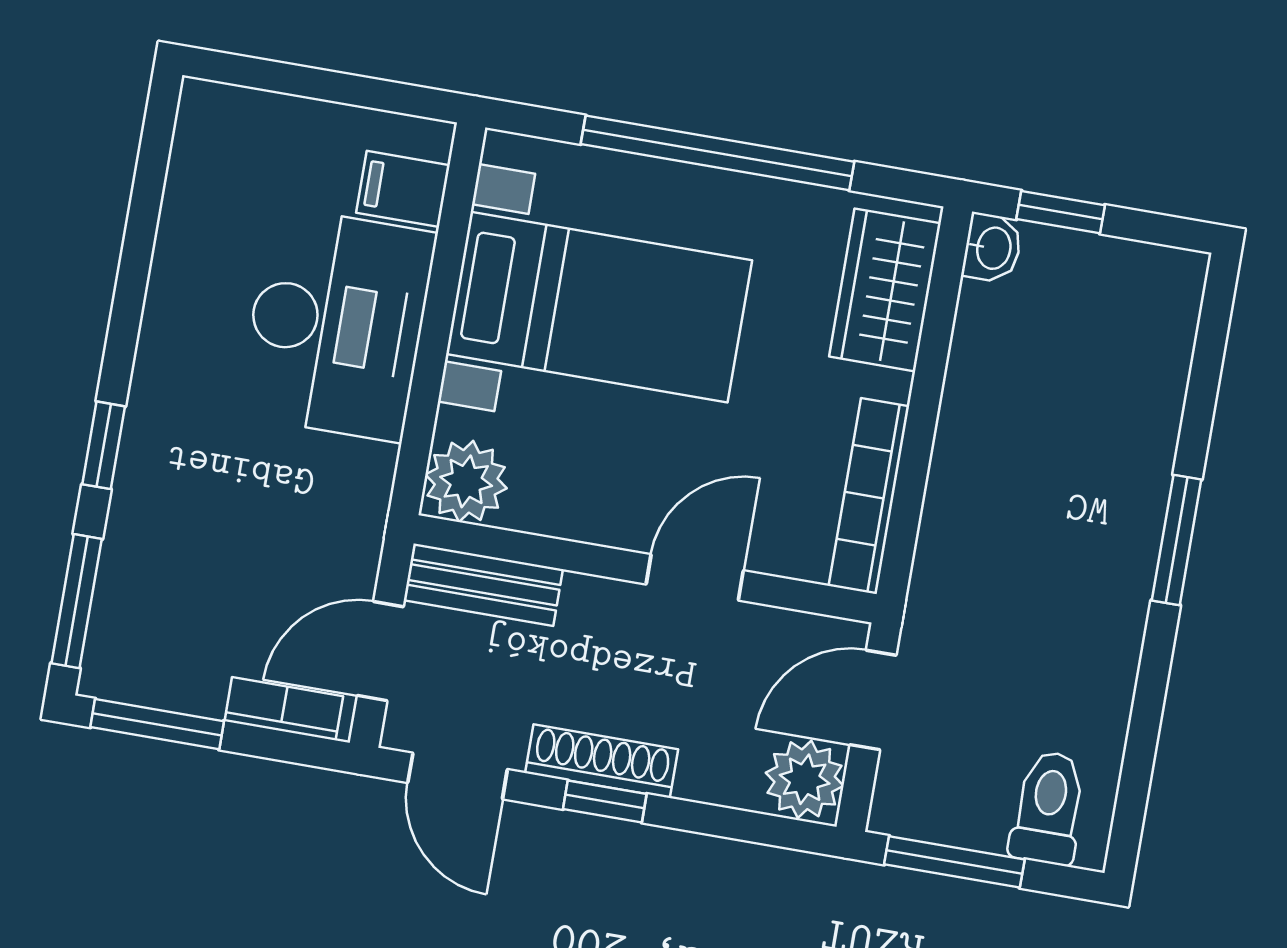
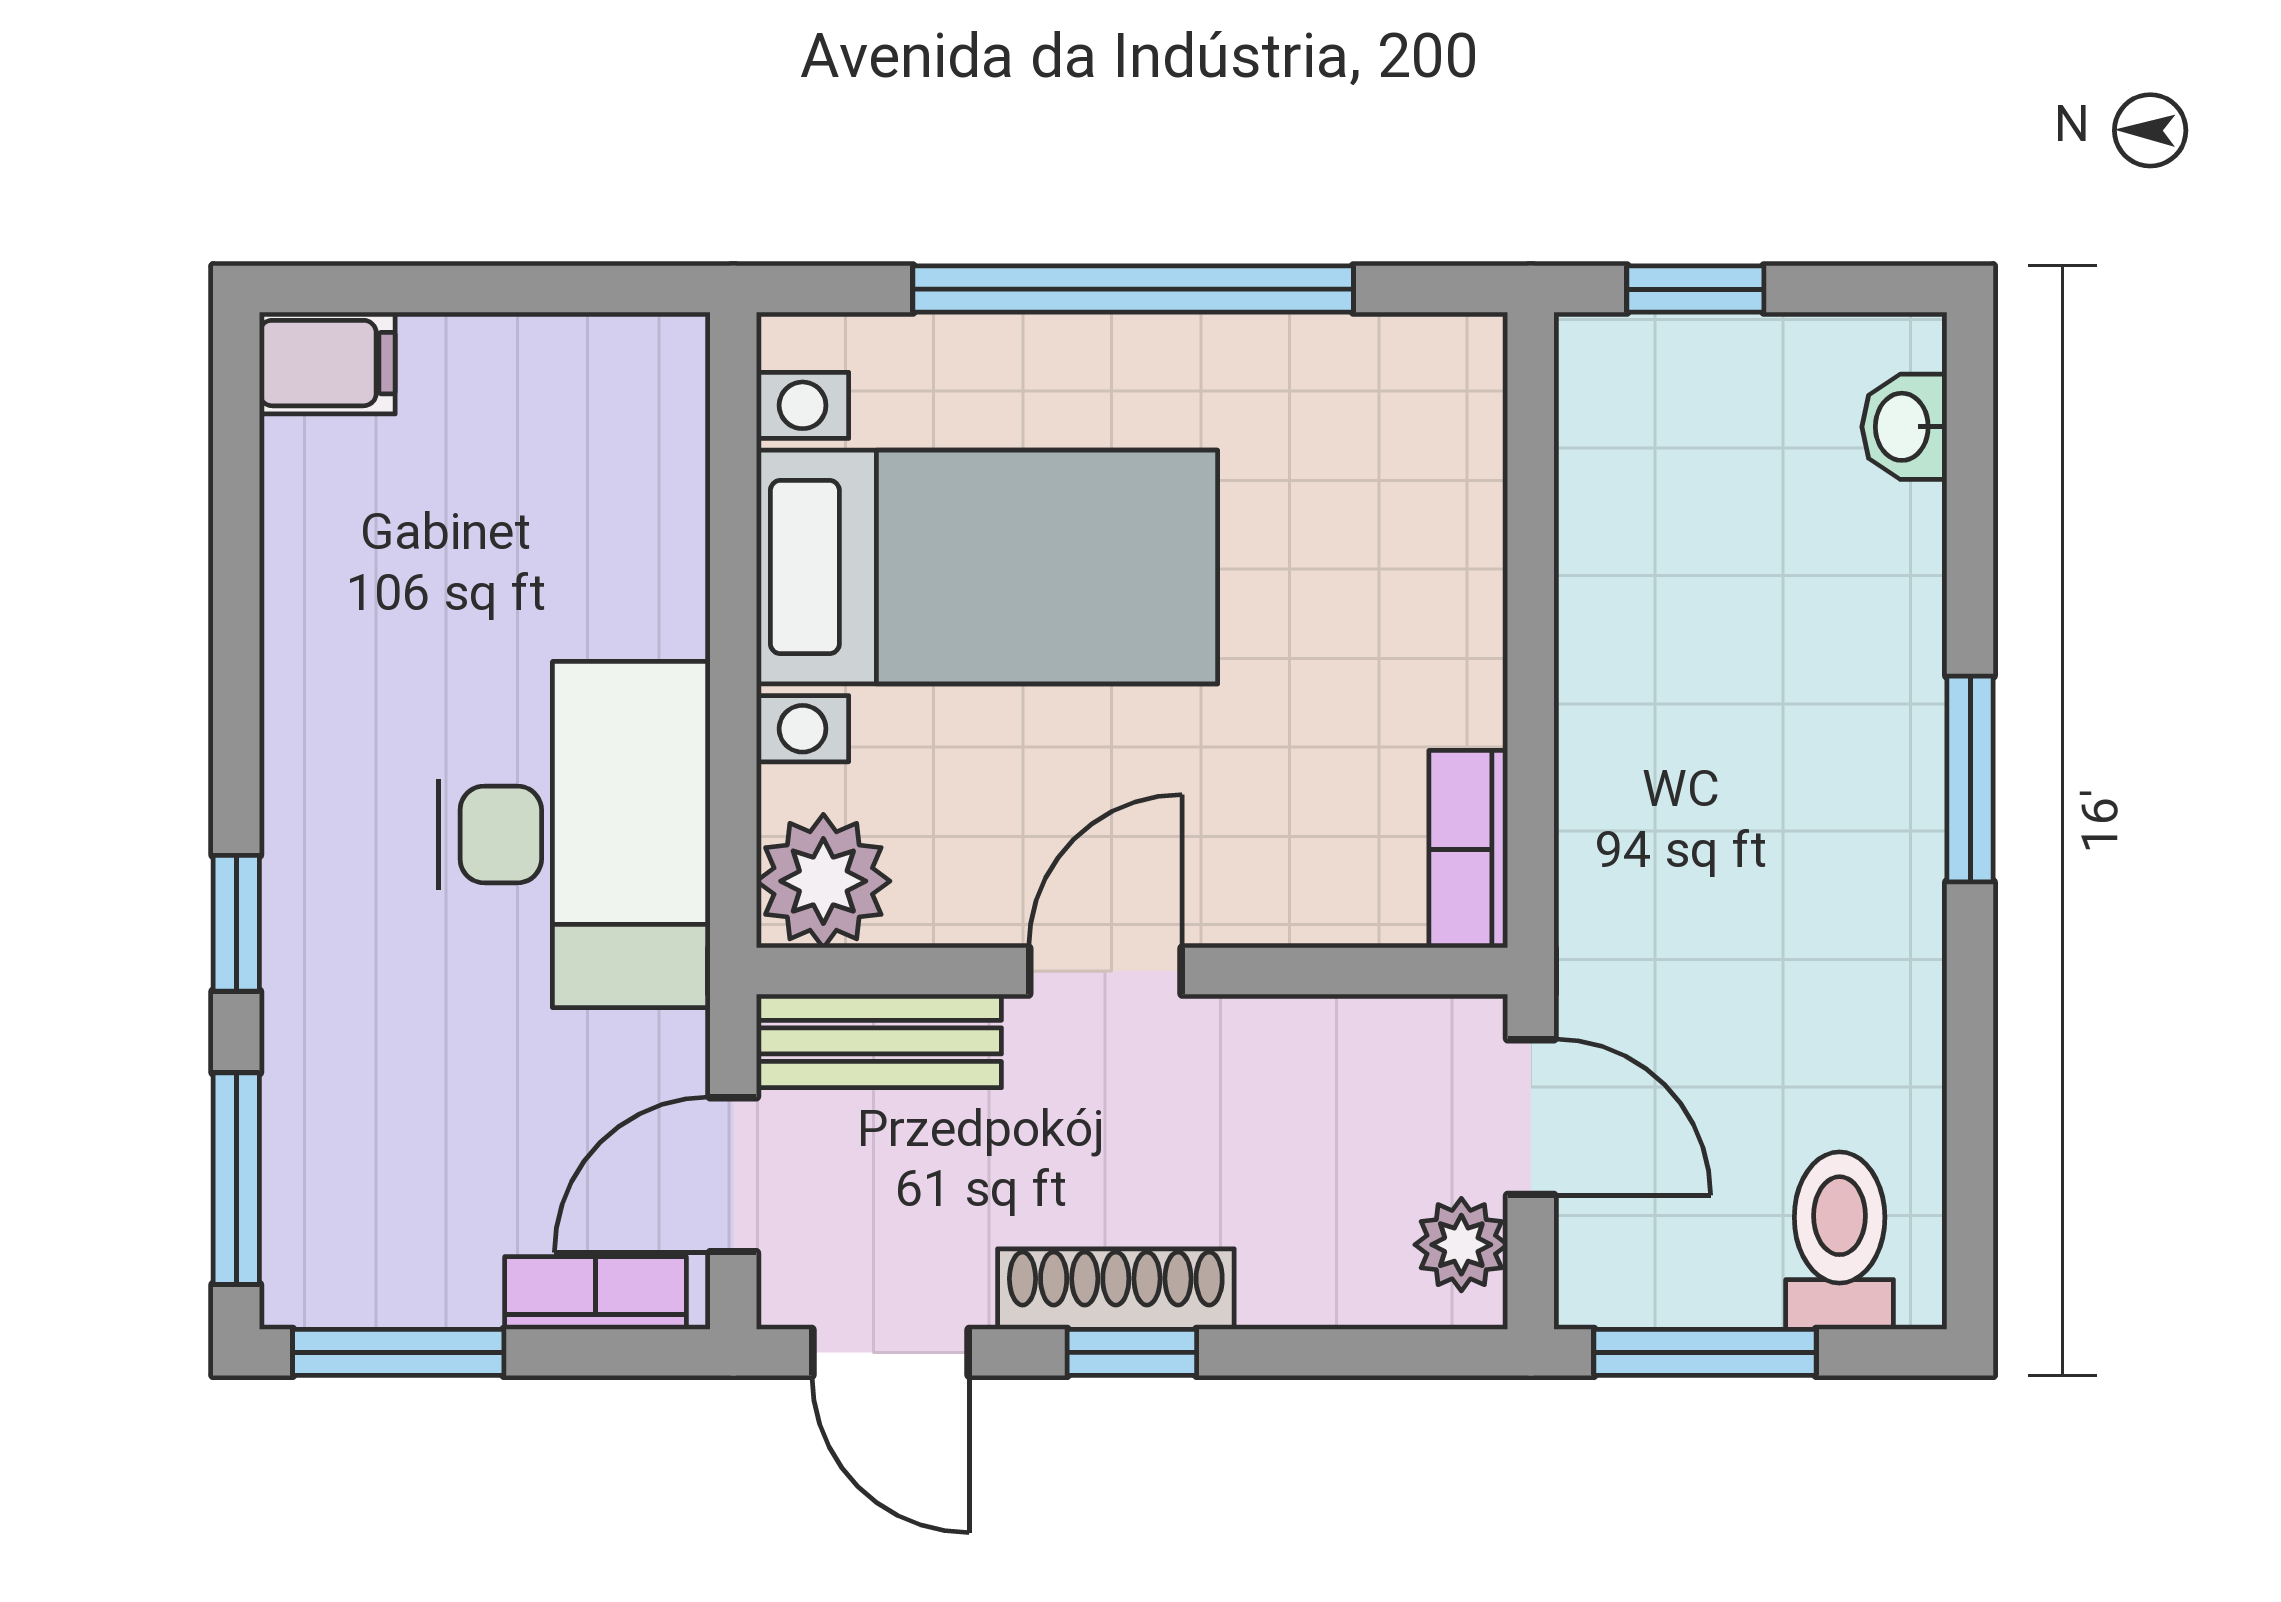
filing cabinet: (403, 189) -> (327, 363), moved, turned 180
washbasin: (992, 248) -> (1904, 427), moved, turned 180
wardrobe: (885, 290) -> (1437, 461), removed
desk: (337, 324) -> (574, 834), moved
bookcase: (869, 496) -> (1468, 849), width x0.64
door: (695, 577) -> (1105, 971), moved
door: (873, 700) -> (1531, 1117), swing flipped
plant: (805, 779) -> (1461, 1245), width x0.73, depth x0.73

